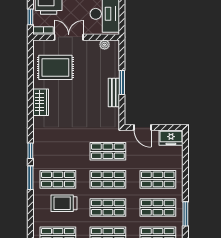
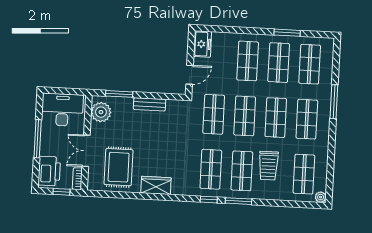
plant: (105, 45) -> (101, 112), width x1.88, depth x1.88
window: (122, 82) -> (119, 94), moved
shop shelf: (58, 151) -> (211, 169), added

